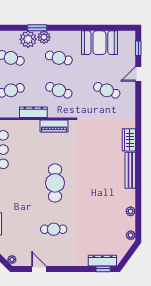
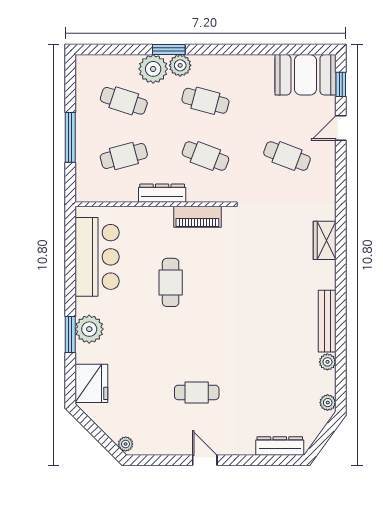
booth: (99, 43) -> (305, 75), moved
bench: (130, 170) -> (327, 321), moved
cafe table: (55, 183) -> (171, 282), moved, width x0.73, depth x0.74
door: (39, 269) -> (205, 460), moved
window: (103, 269) -> (281, 460), removed

